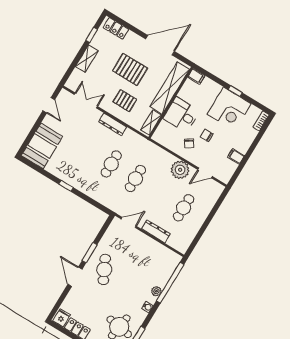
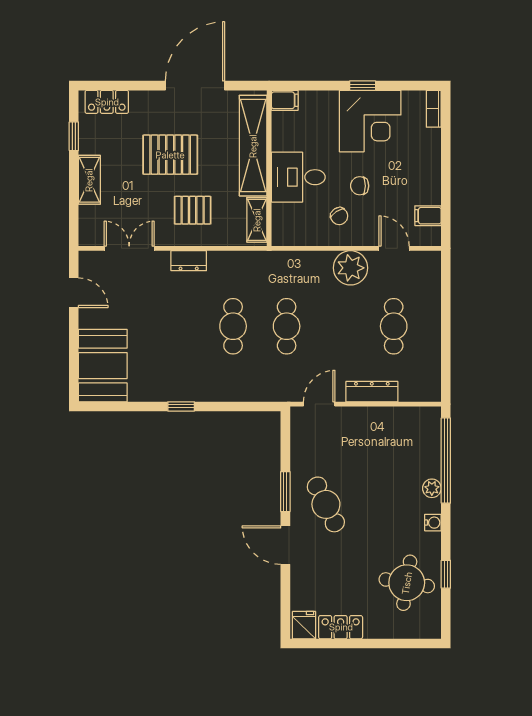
dresser: (113, 124) -> (189, 261), width x0.70
filing cabinet: (236, 156) -> (428, 216), moved
door: (205, 173) -> (394, 248), swing flipped

